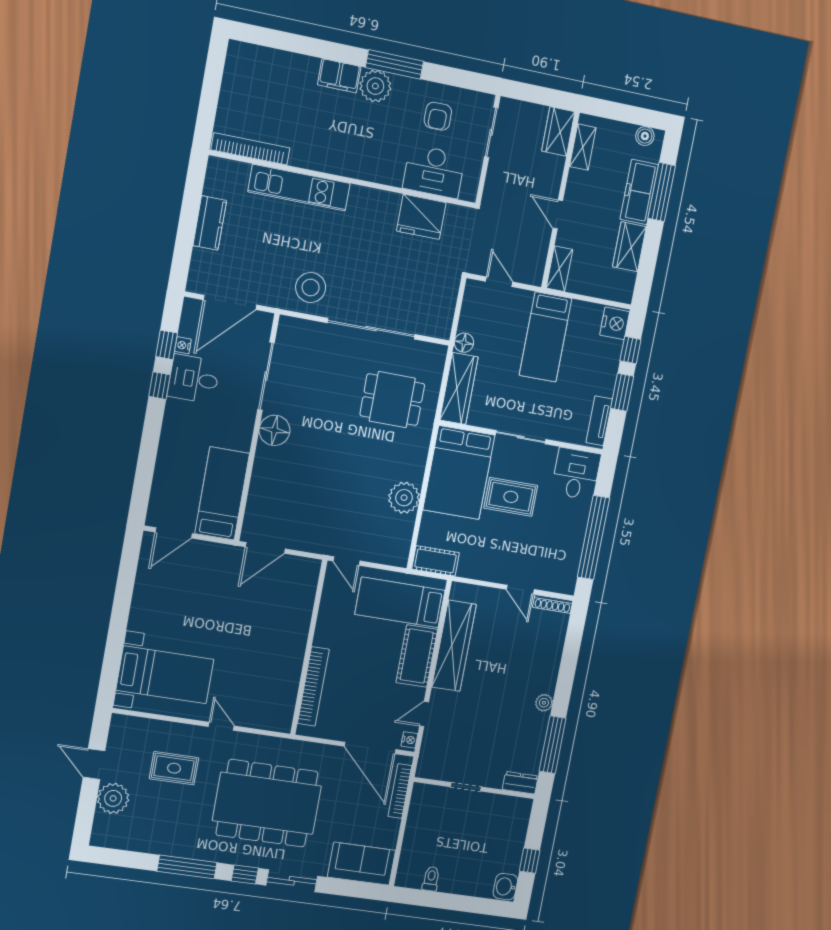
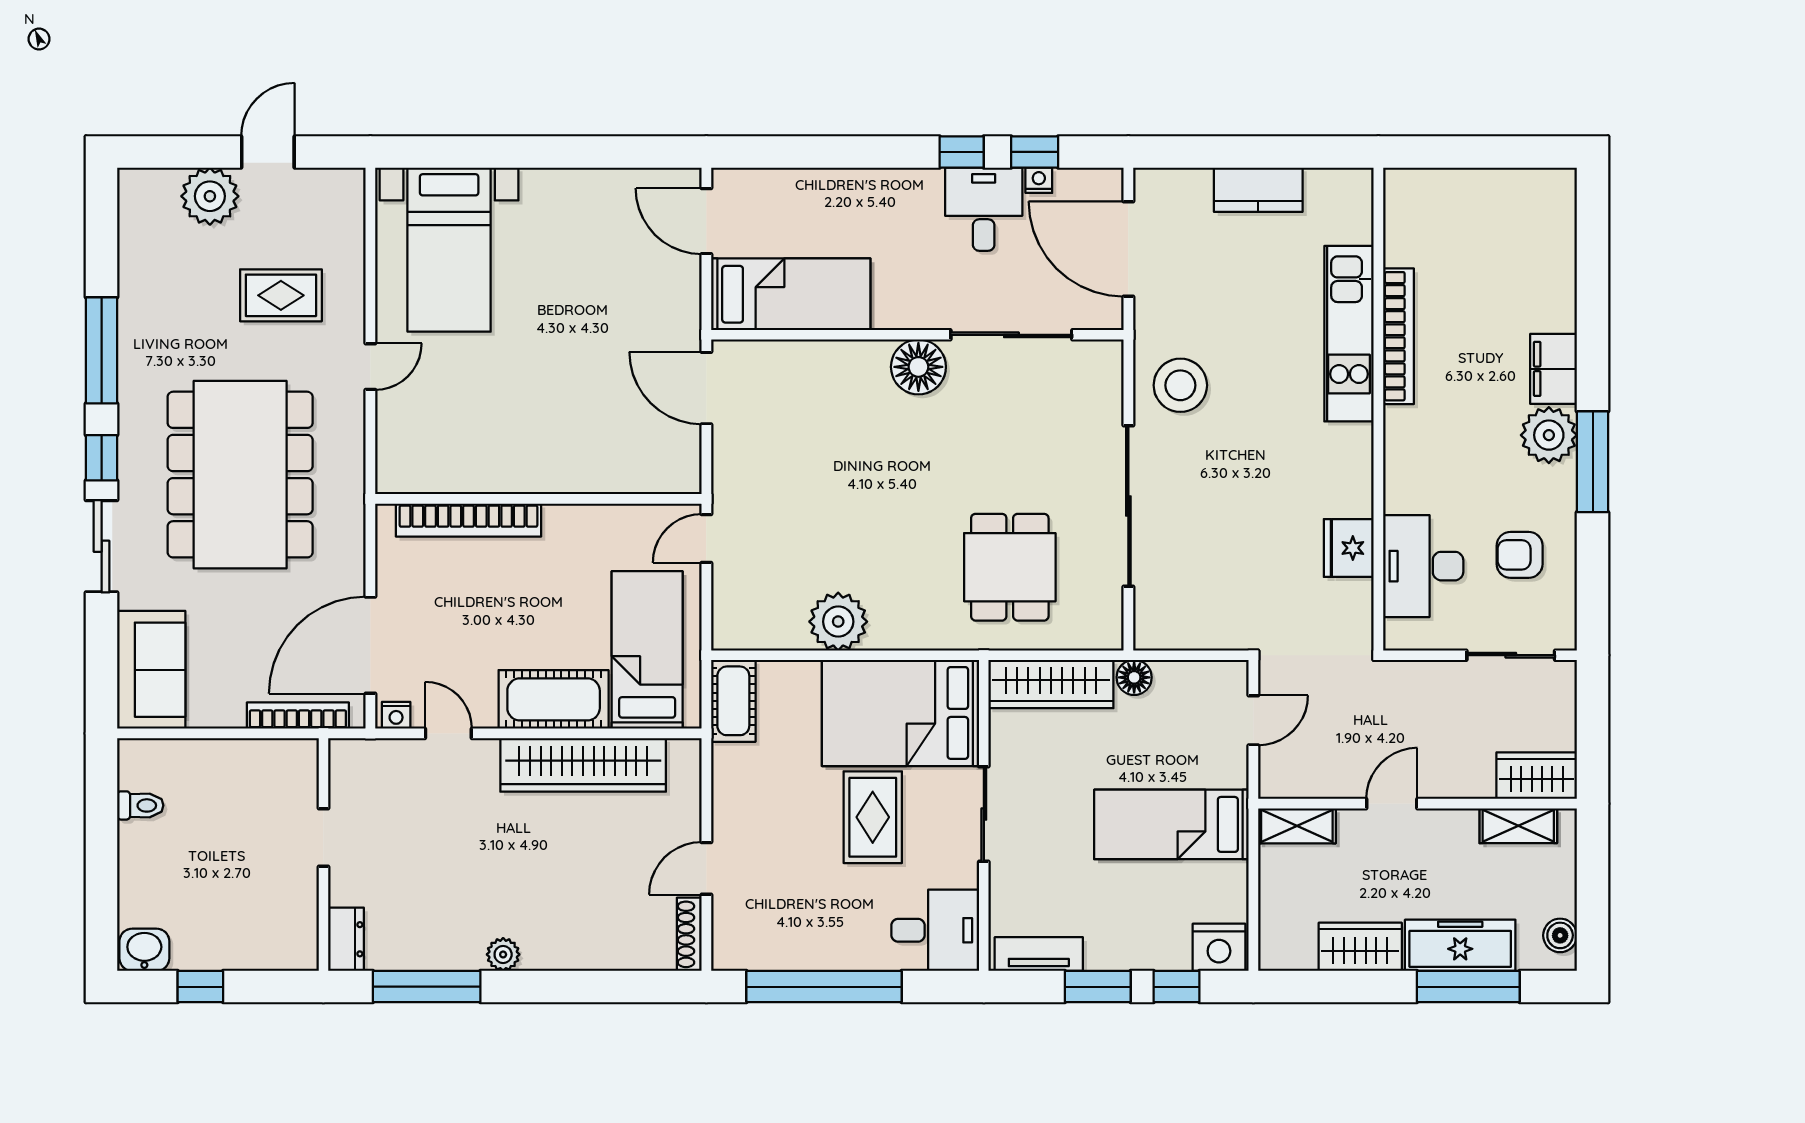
bookcase: (250, 149) -> (1399, 336), moved
fridge: (421, 217) -> (1349, 548), width x0.73, depth x0.75
rug: (174, 768) -> (281, 295), turned 90

